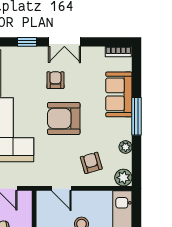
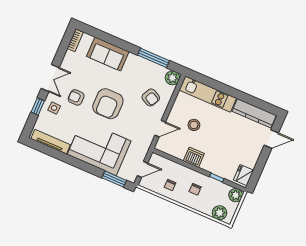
side table: (33, 61) -> (54, 108), added
window: (136, 116) -> (153, 58), moved
plant: (126, 147) -> (150, 66), removed
armchair: (91, 163) -> (151, 97), turned -136

